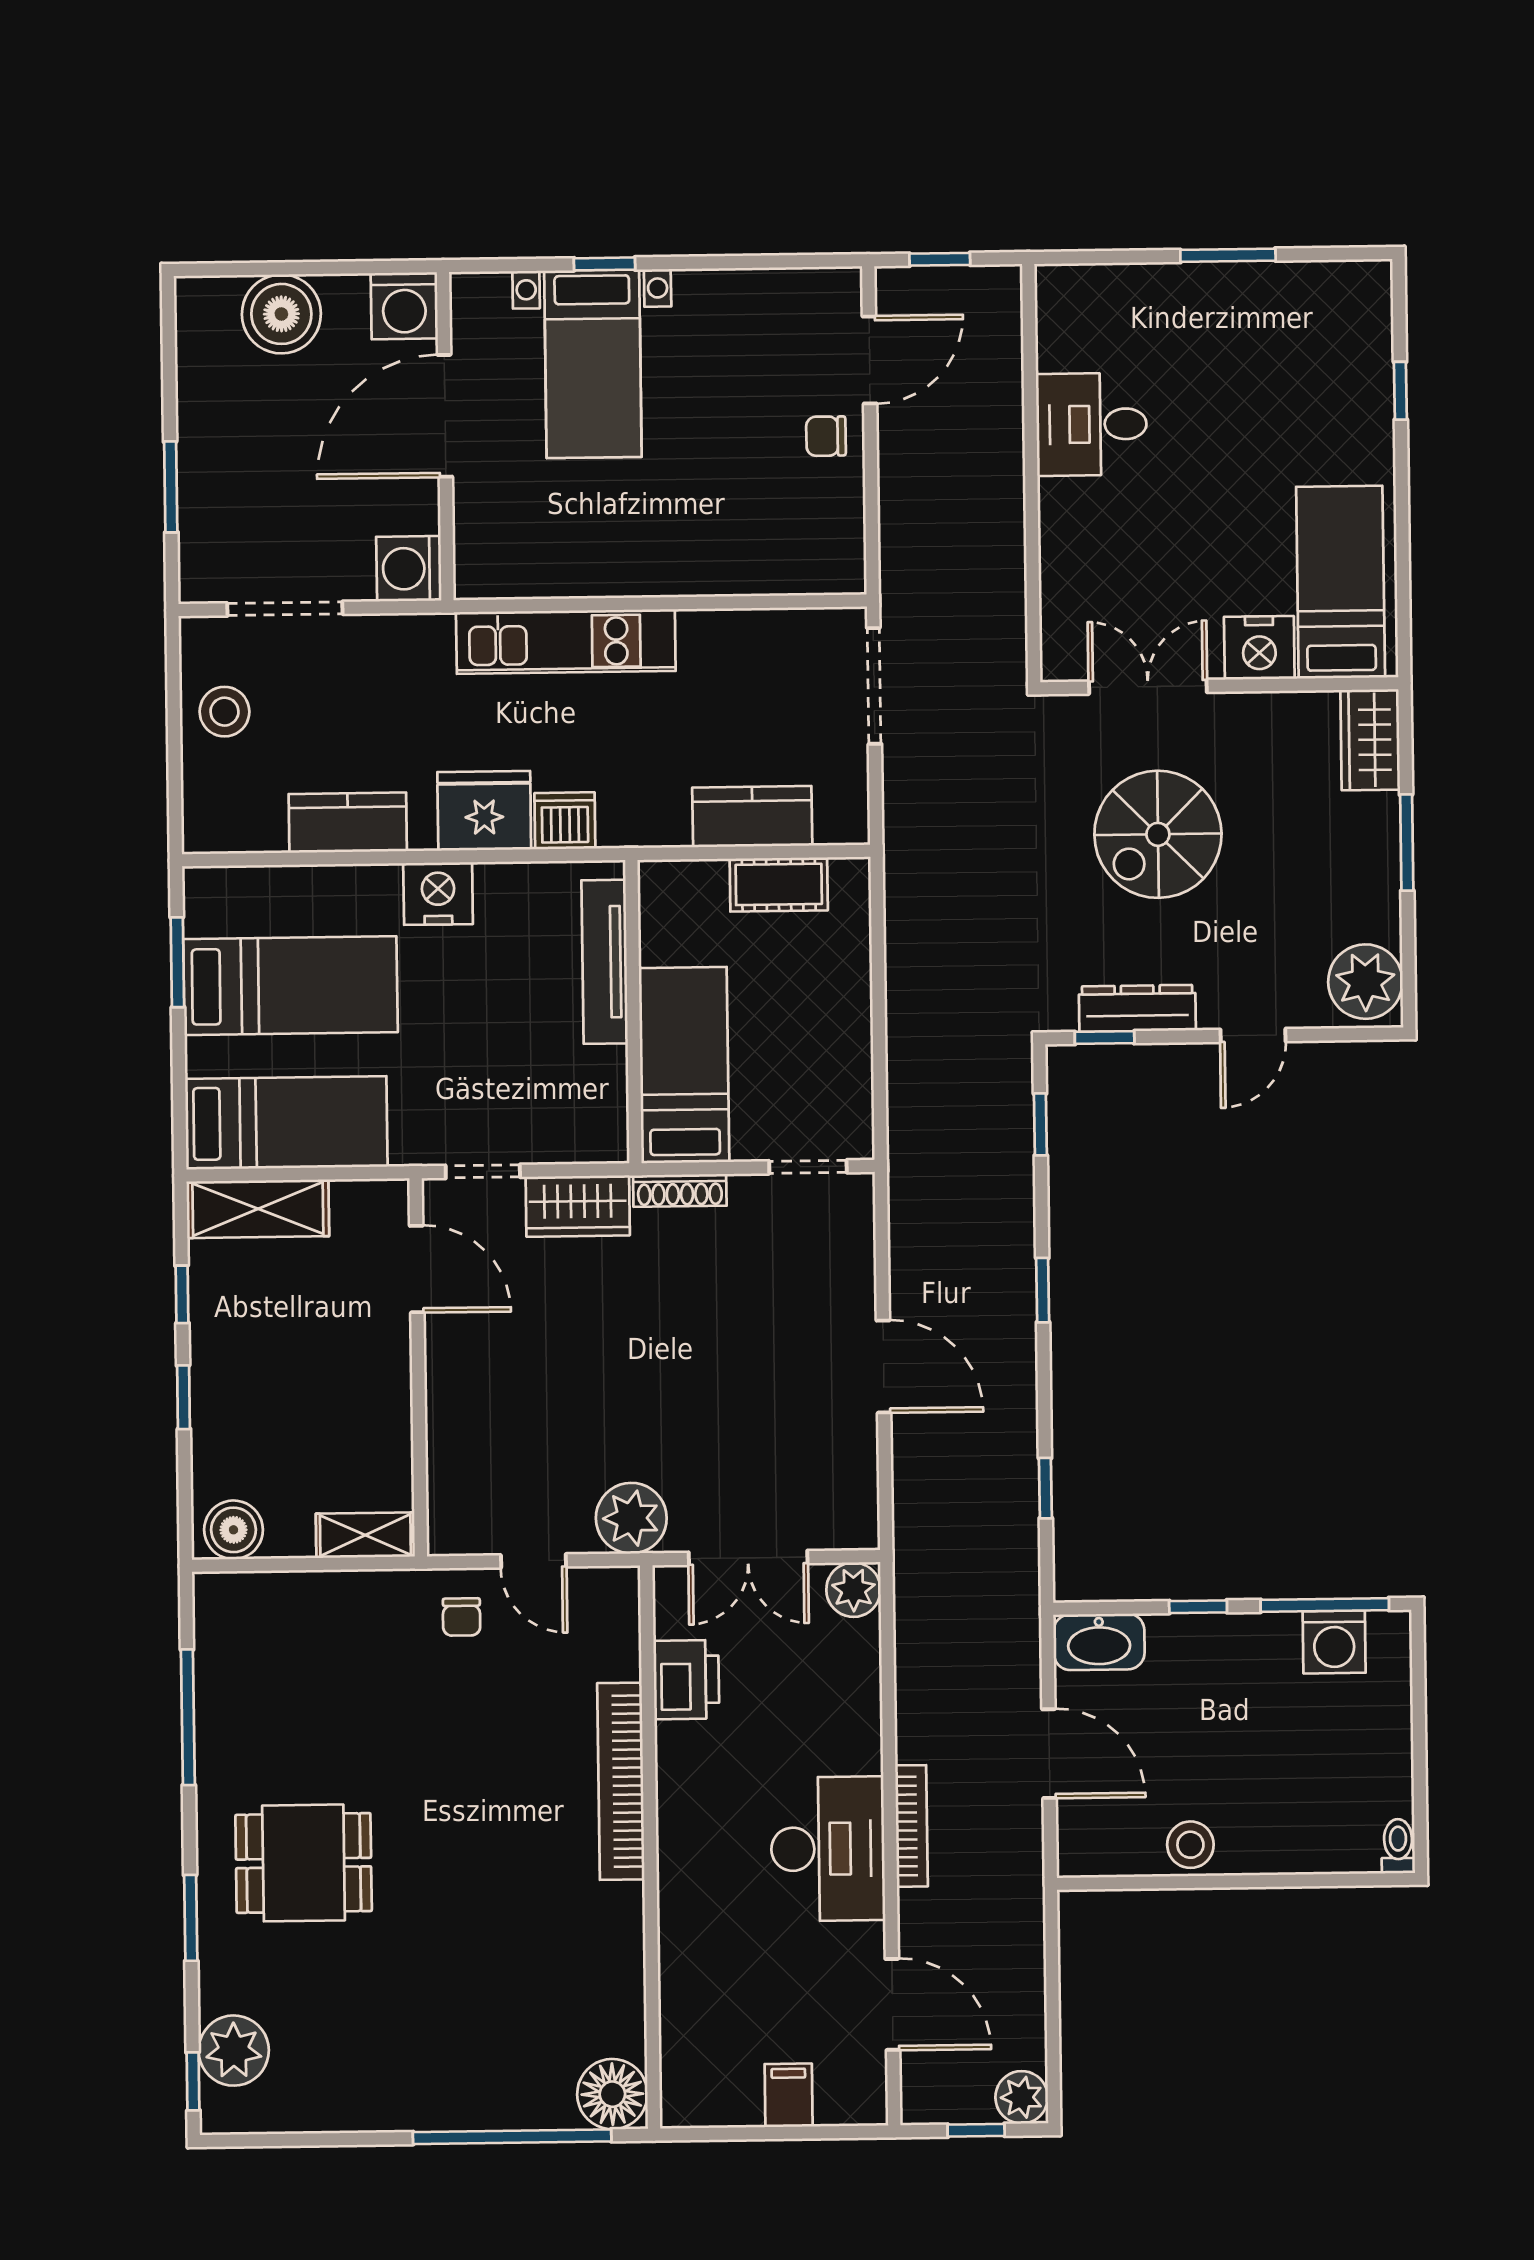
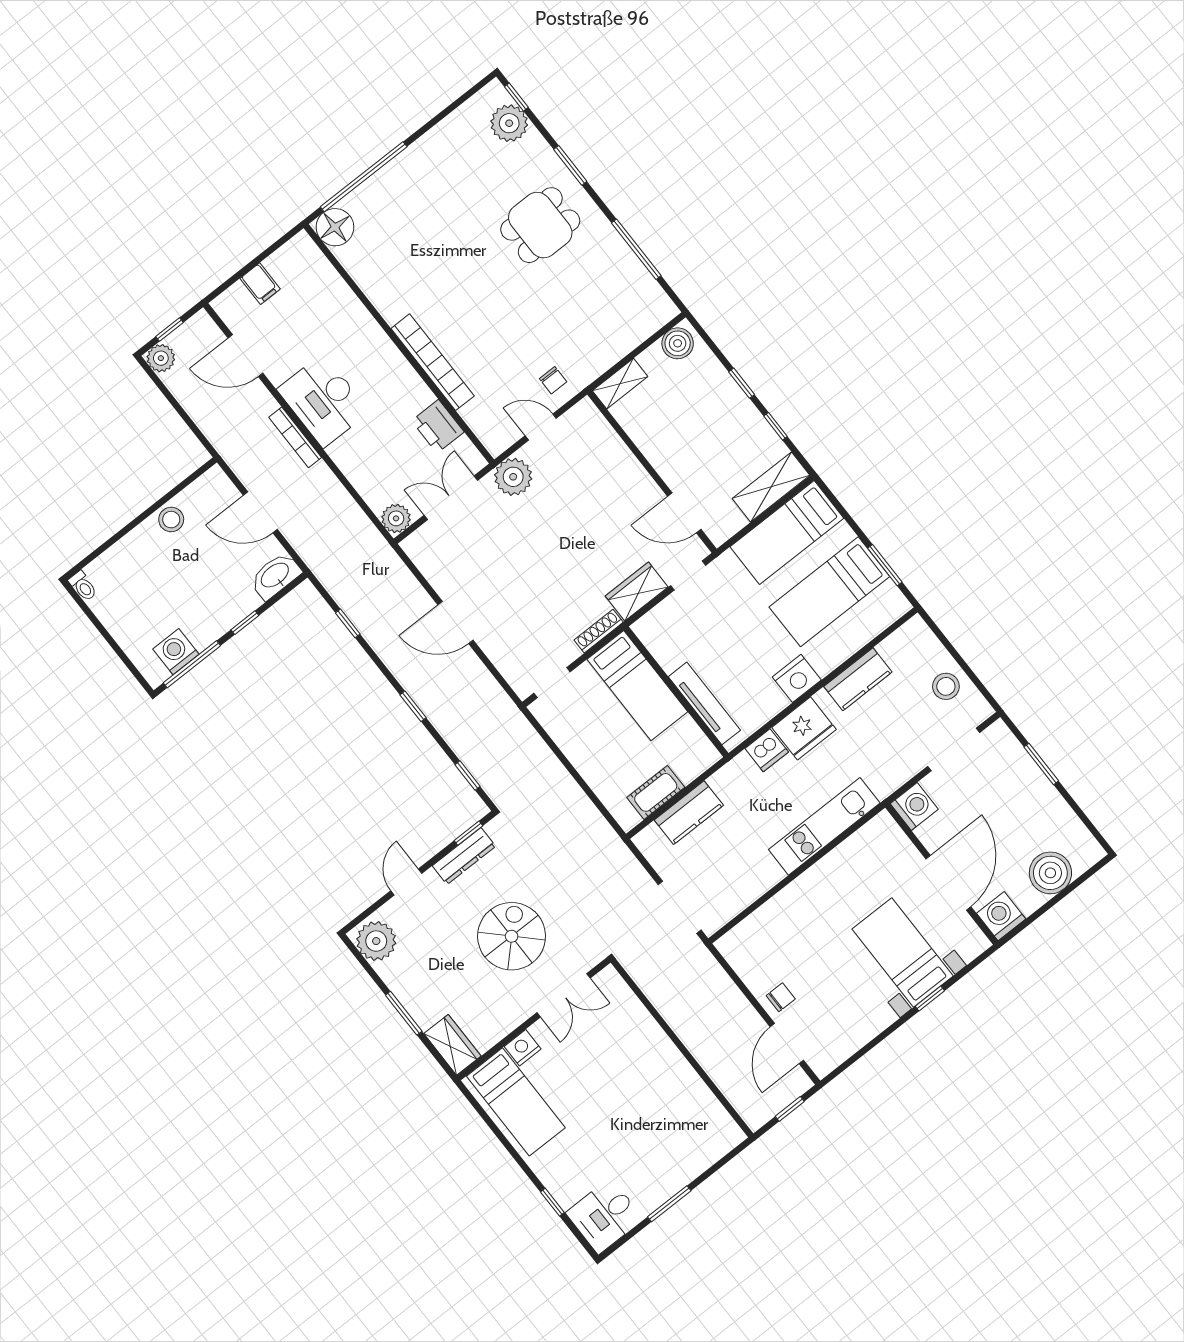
desk: (1092, 424) -> (605, 1216), moved, turned 180
nightstand: (1259, 648) -> (523, 1048), width x0.74, depth x0.75
chair: (462, 1617) -> (553, 380), turned 180

